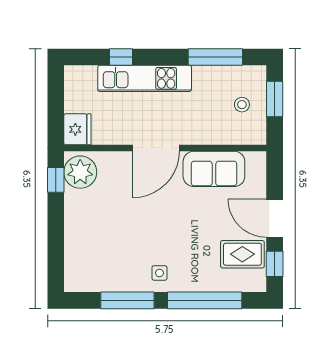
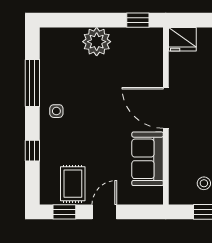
plant: (80, 172) -> (97, 42), moved
door: (275, 218) -> (104, 212), width x0.73
window: (205, 300) -> (32, 151), width x0.32

